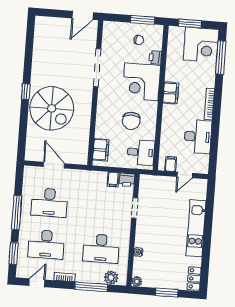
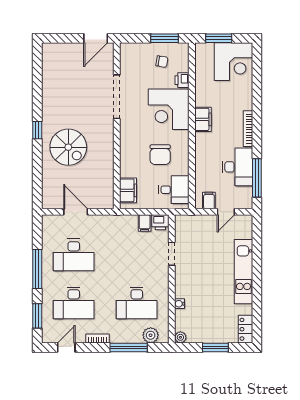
window: (221, 58) -> (257, 178), moved
spiral stairs: (52, 108) -> (68, 147), width x0.73, depth x0.73

